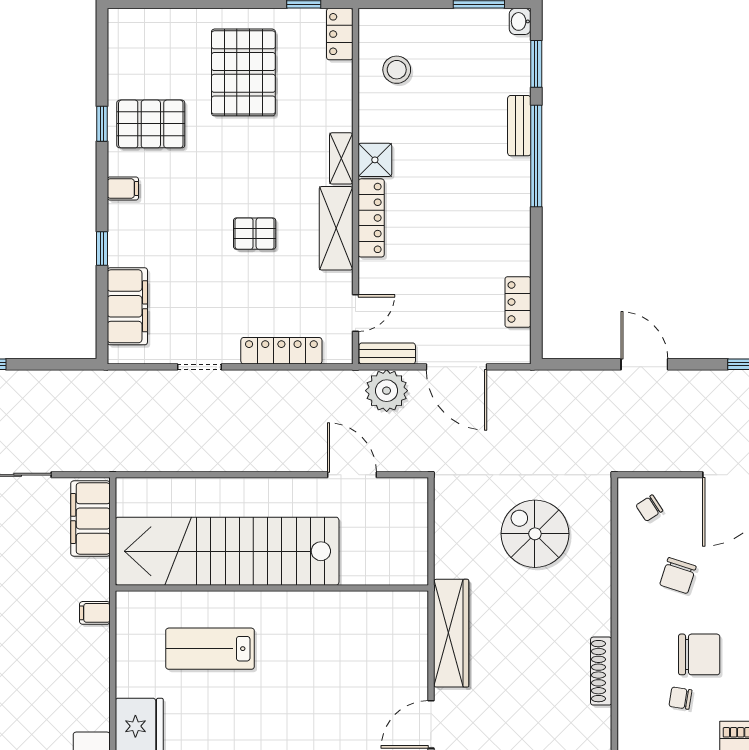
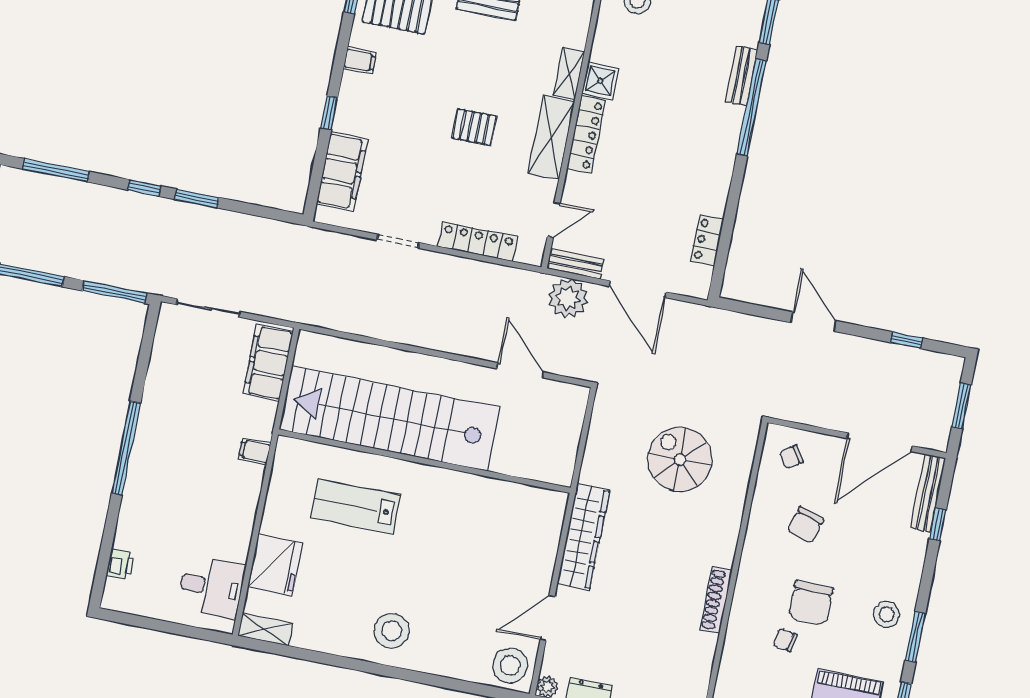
chair: (699, 654) -> (811, 603), turned 90

